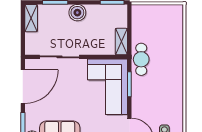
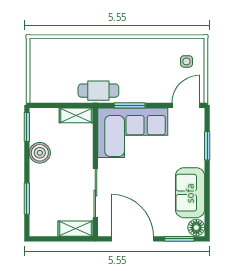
boiler: (77, 13) -> (40, 153), moved
shelving: (31, 18) -> (75, 229), moved

